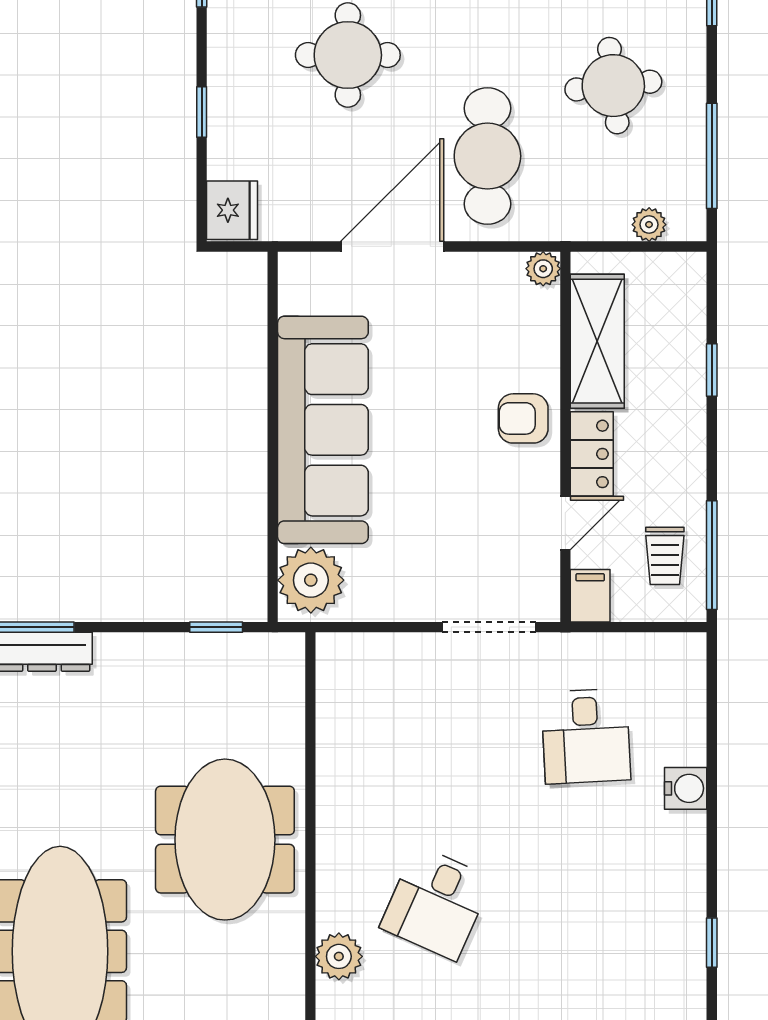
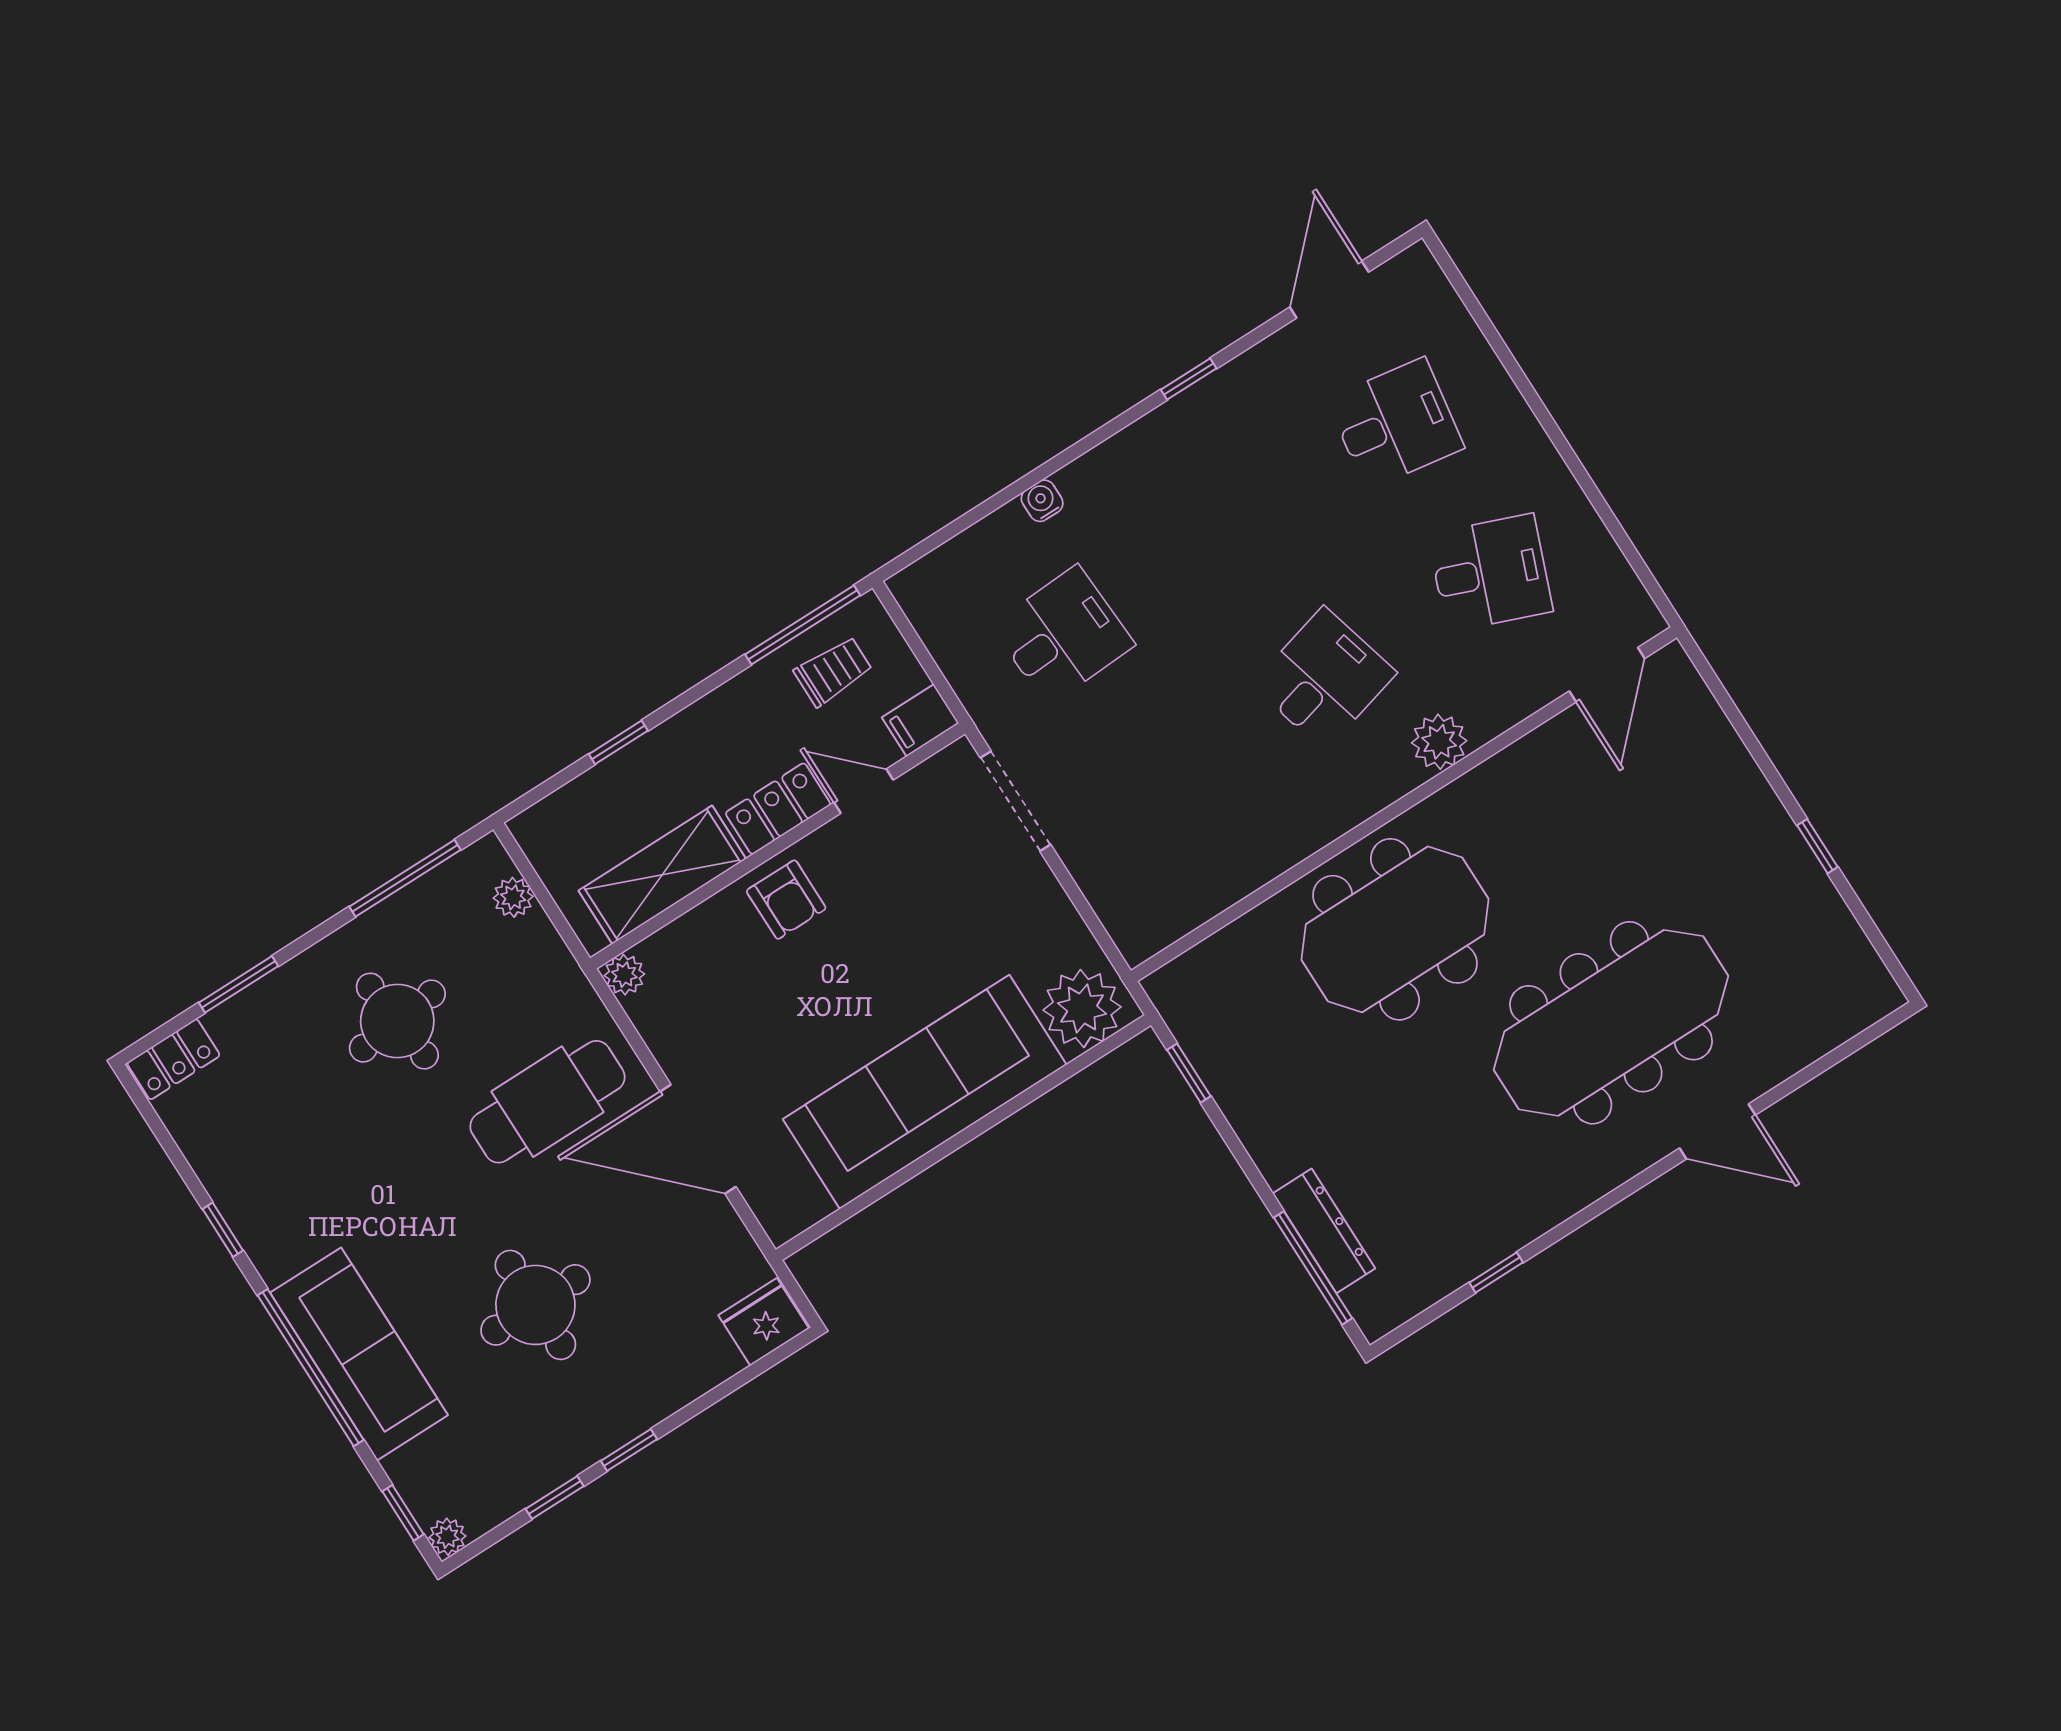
window: (202, 112) -> (629, 1450), moved
water cooler: (686, 788) -> (1042, 501), width x0.72, depth x0.72
desk: (436, 903) -> (1324, 679), turned -39

